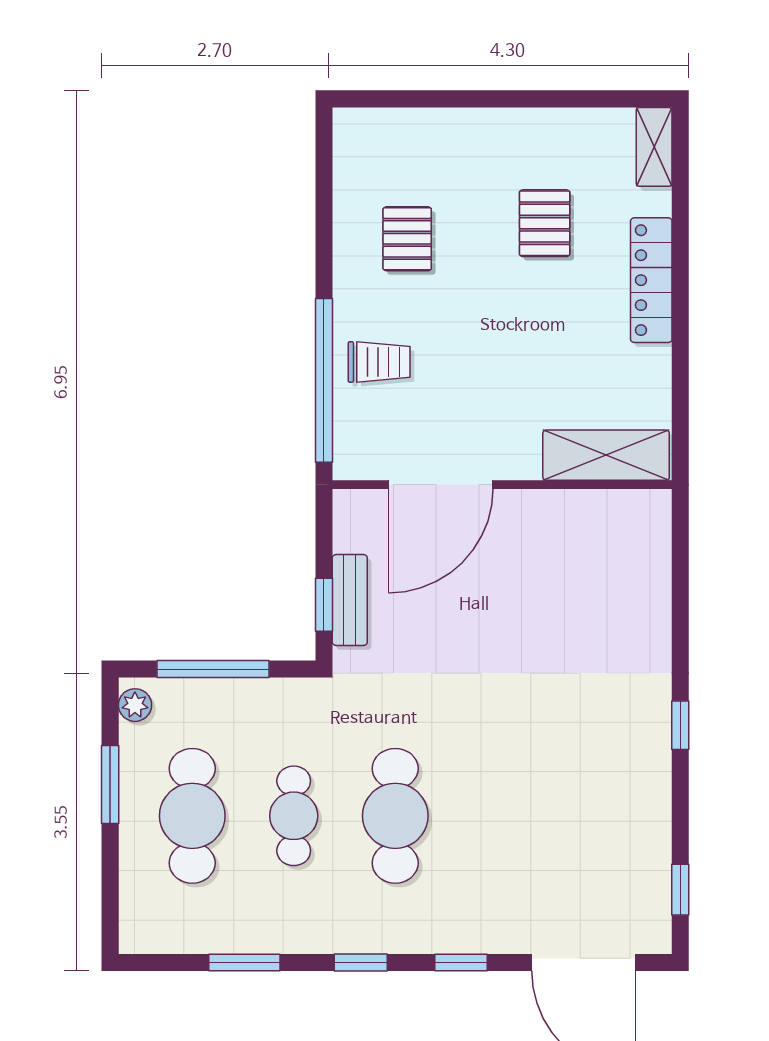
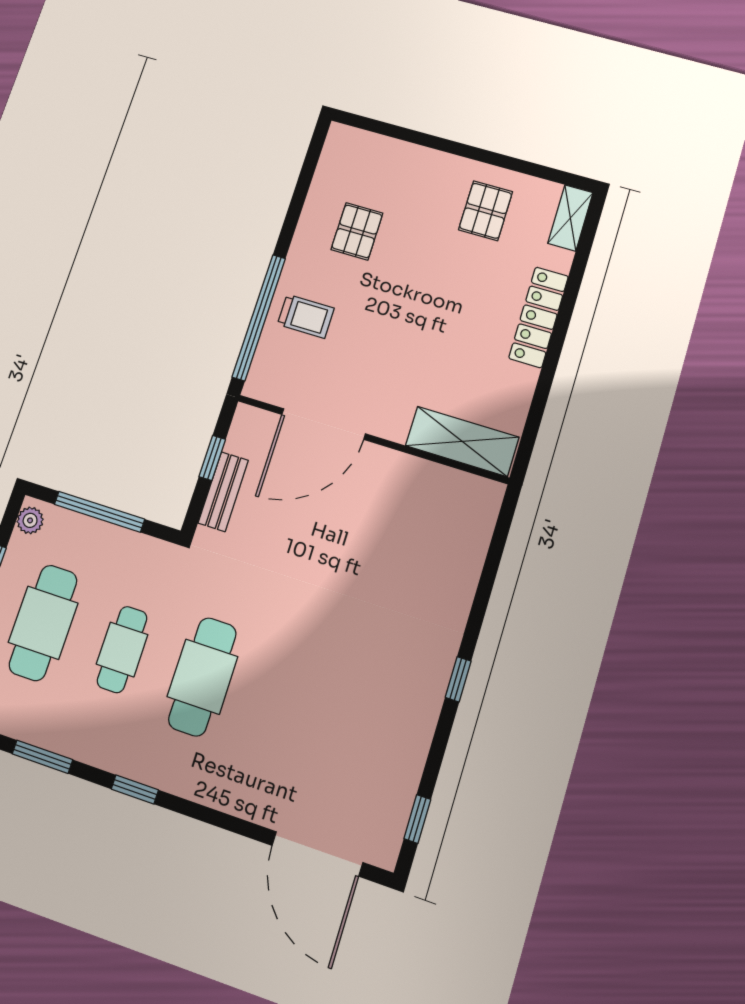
pallet: (545, 223) -> (486, 211), moved
window: (324, 605) -> (212, 458), moved
window: (461, 963) -> (216, 818), removed

